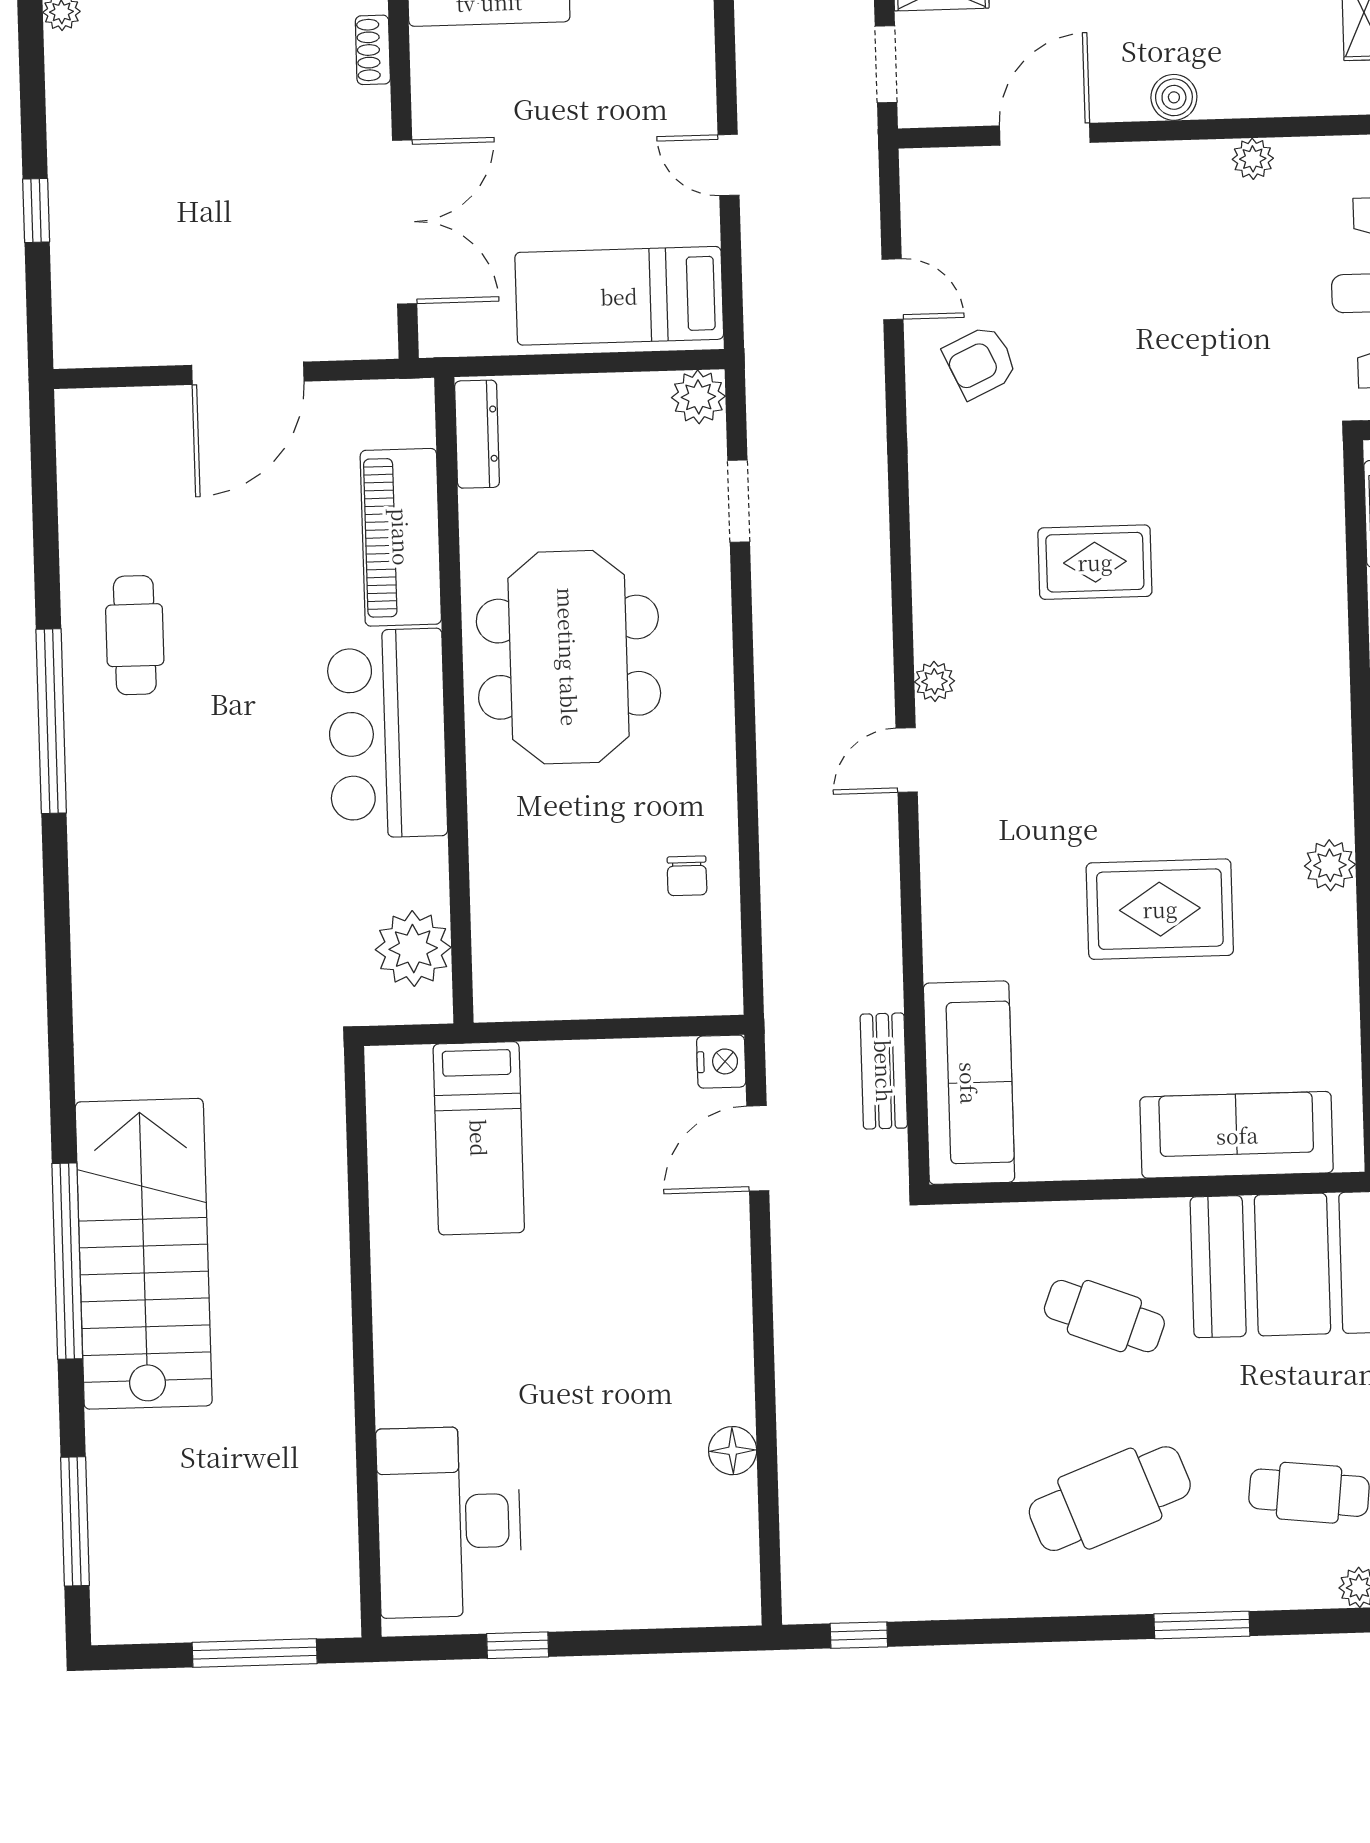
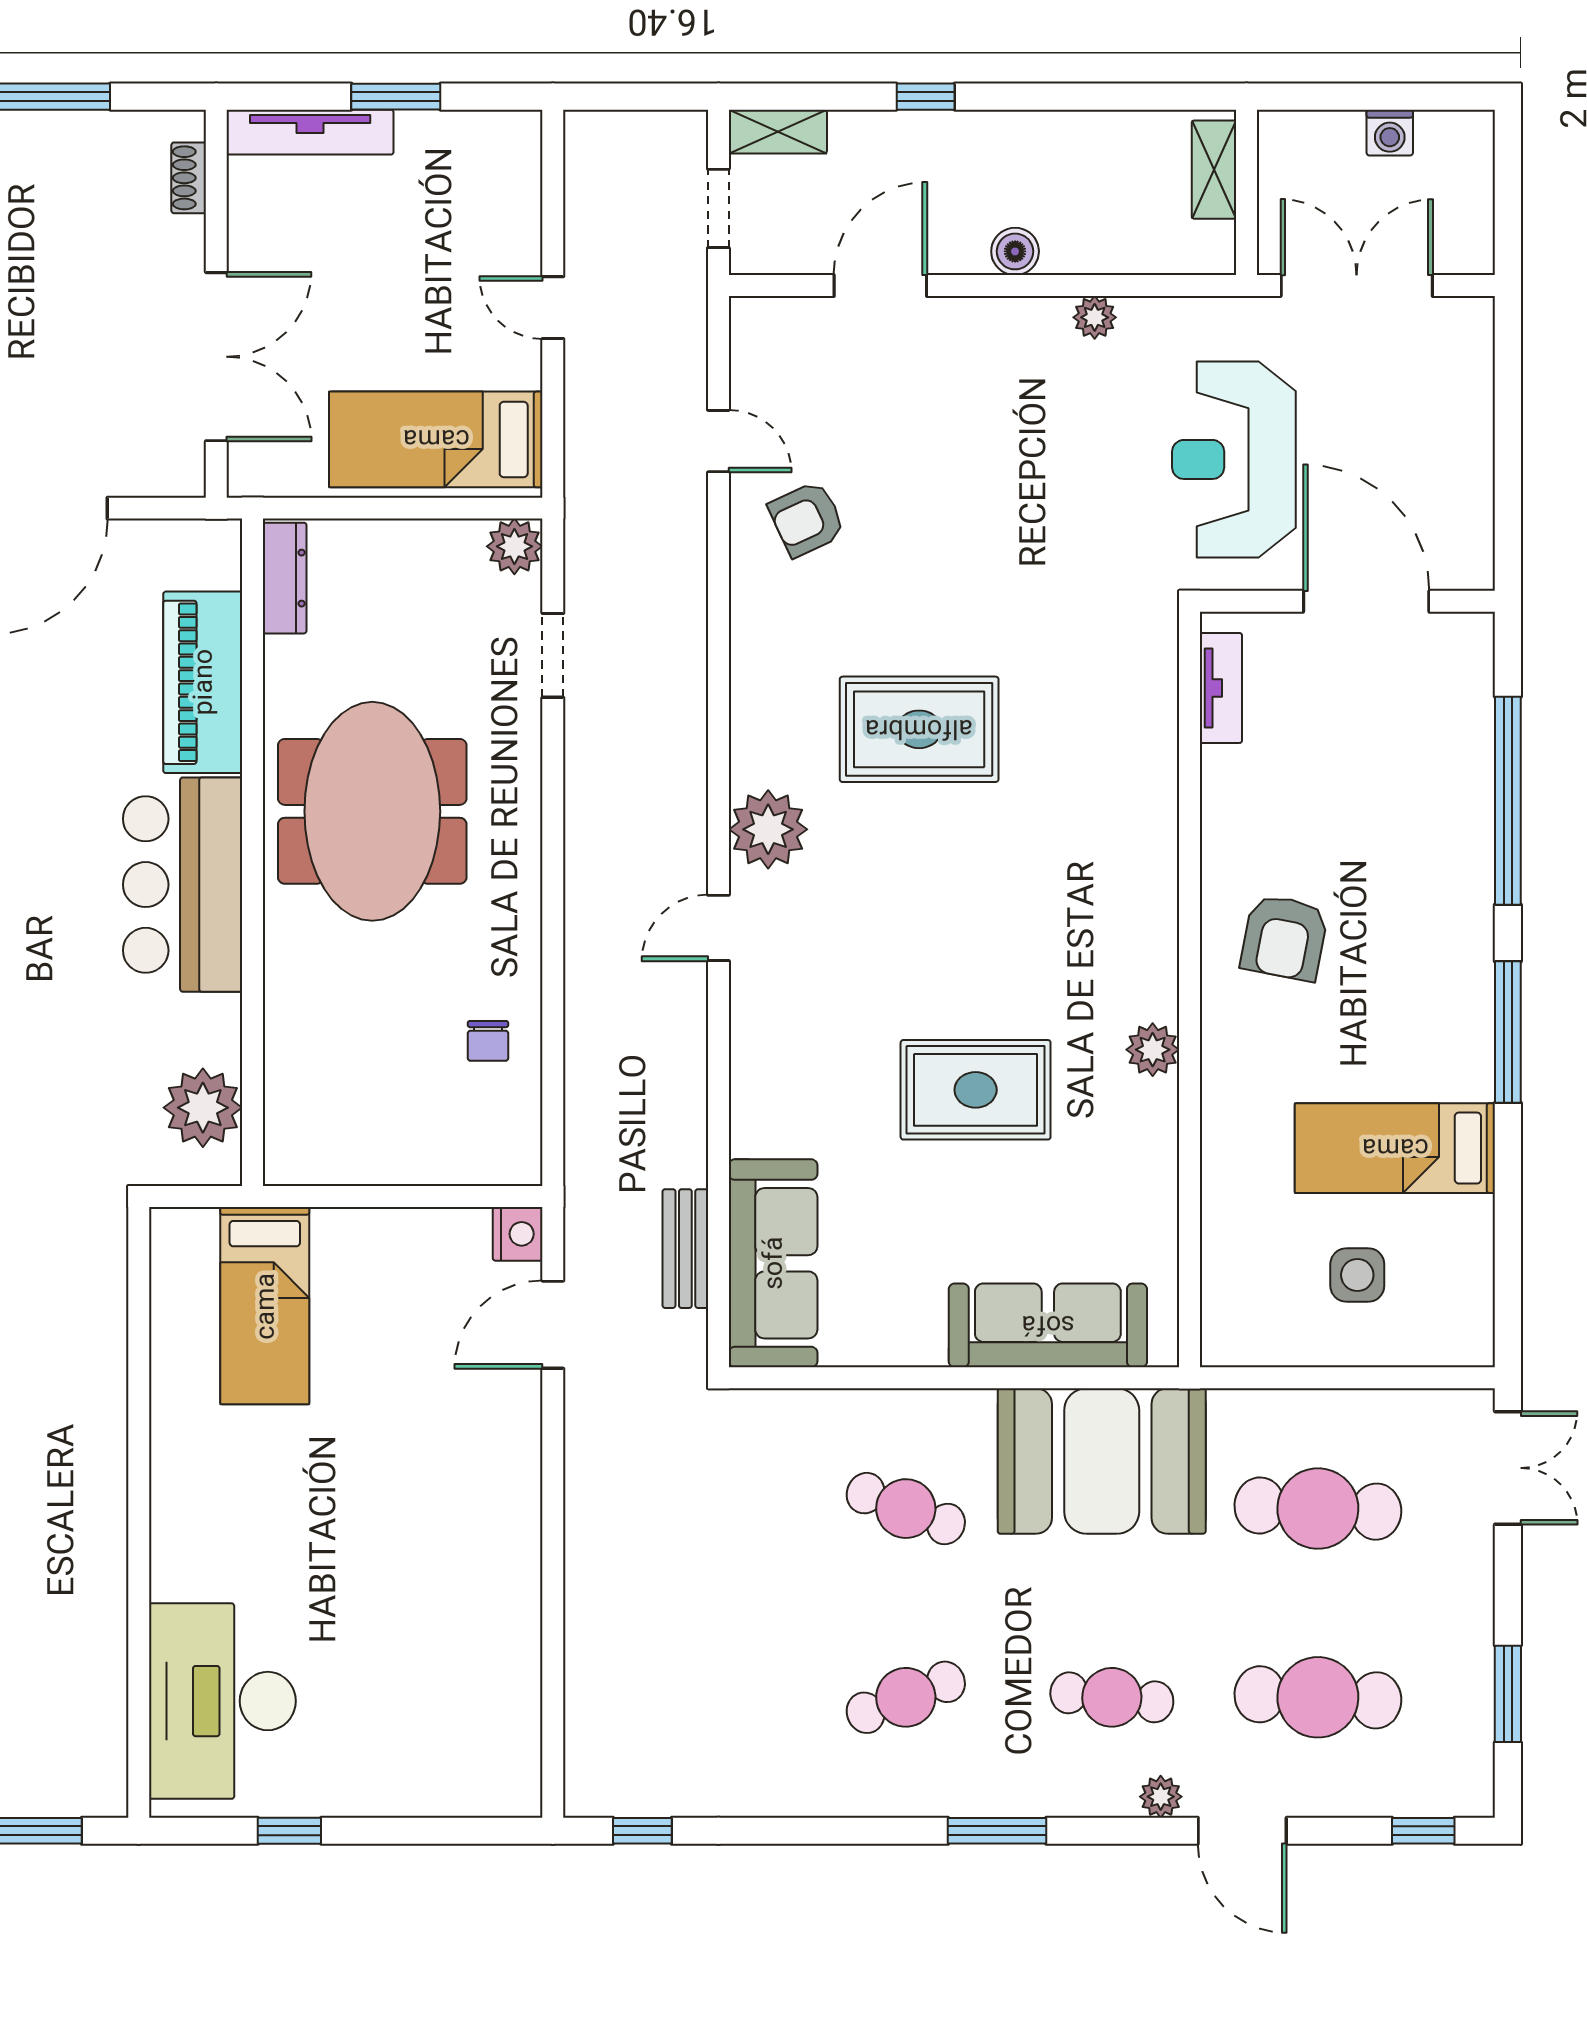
rug: (1095, 562) -> (919, 729), width x1.36, depth x1.43
plant: (935, 681) -> (768, 829), width x1.88, depth x1.88
floor lamp: (733, 1451) -> (518, 1636), removed
cafe table: (1110, 1499) -> (906, 1697), width x0.73, depth x0.74

